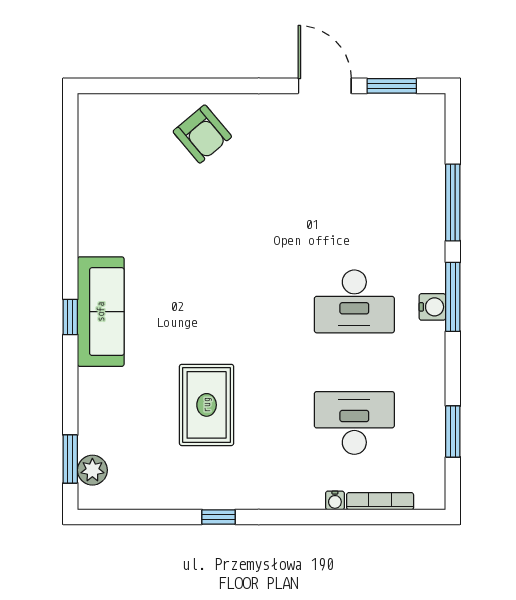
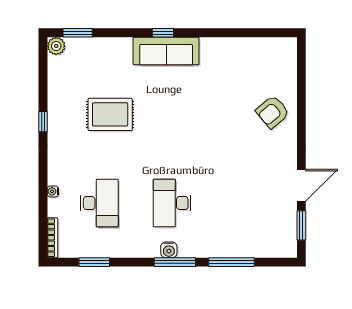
plant: (92, 470) -> (56, 46), moved
bookcase: (380, 501) -> (52, 238), moved

